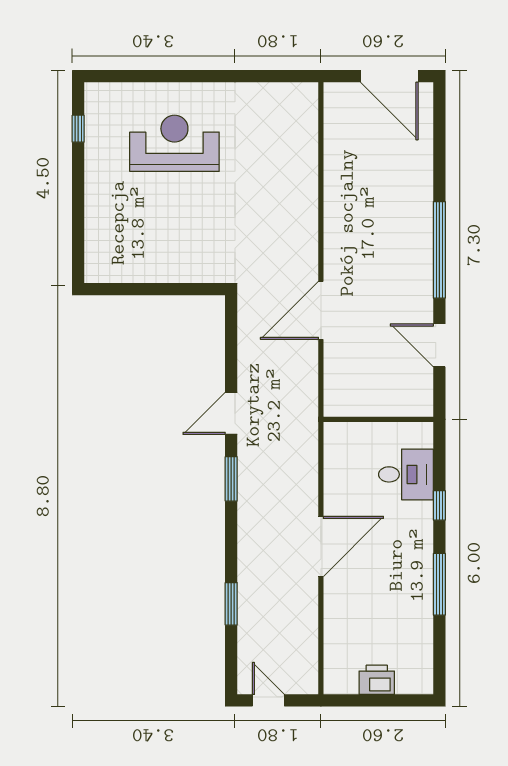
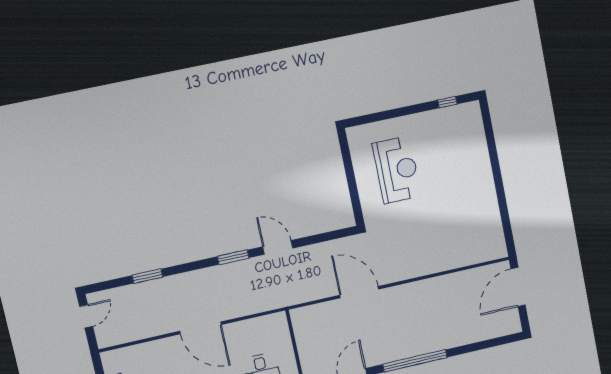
door: (389, 76) -> (518, 287), moved
reception desk: (174, 143) -> (397, 170), moved

